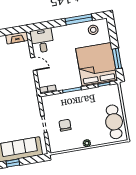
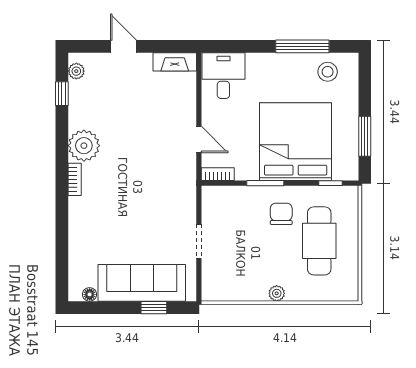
door: (34, 64) -> (199, 140), moved
bed: (97, 65) -> (296, 142), moved
cafe table: (114, 122) -> (319, 241), moved
chair: (65, 125) -> (281, 214), moved
window: (13, 163) -> (154, 308), moved

